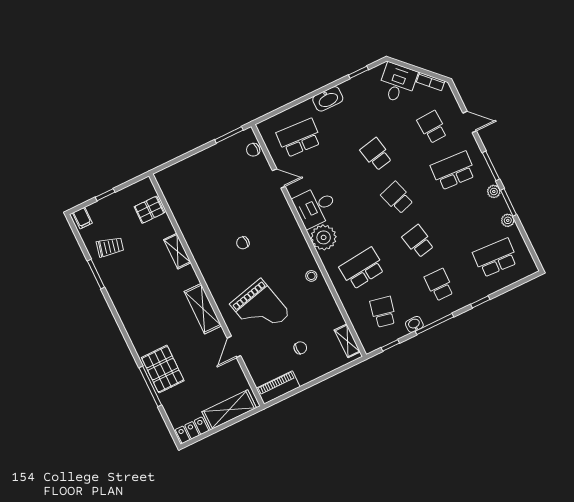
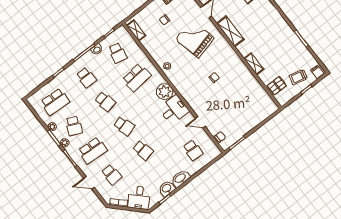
washbasin: (352, 88) -> (167, 188), added
school desk: (299, 138) -> (193, 150), width x0.54
school desk: (474, 214) -> (74, 126), added
trolley: (110, 247) -> (298, 77), moved

